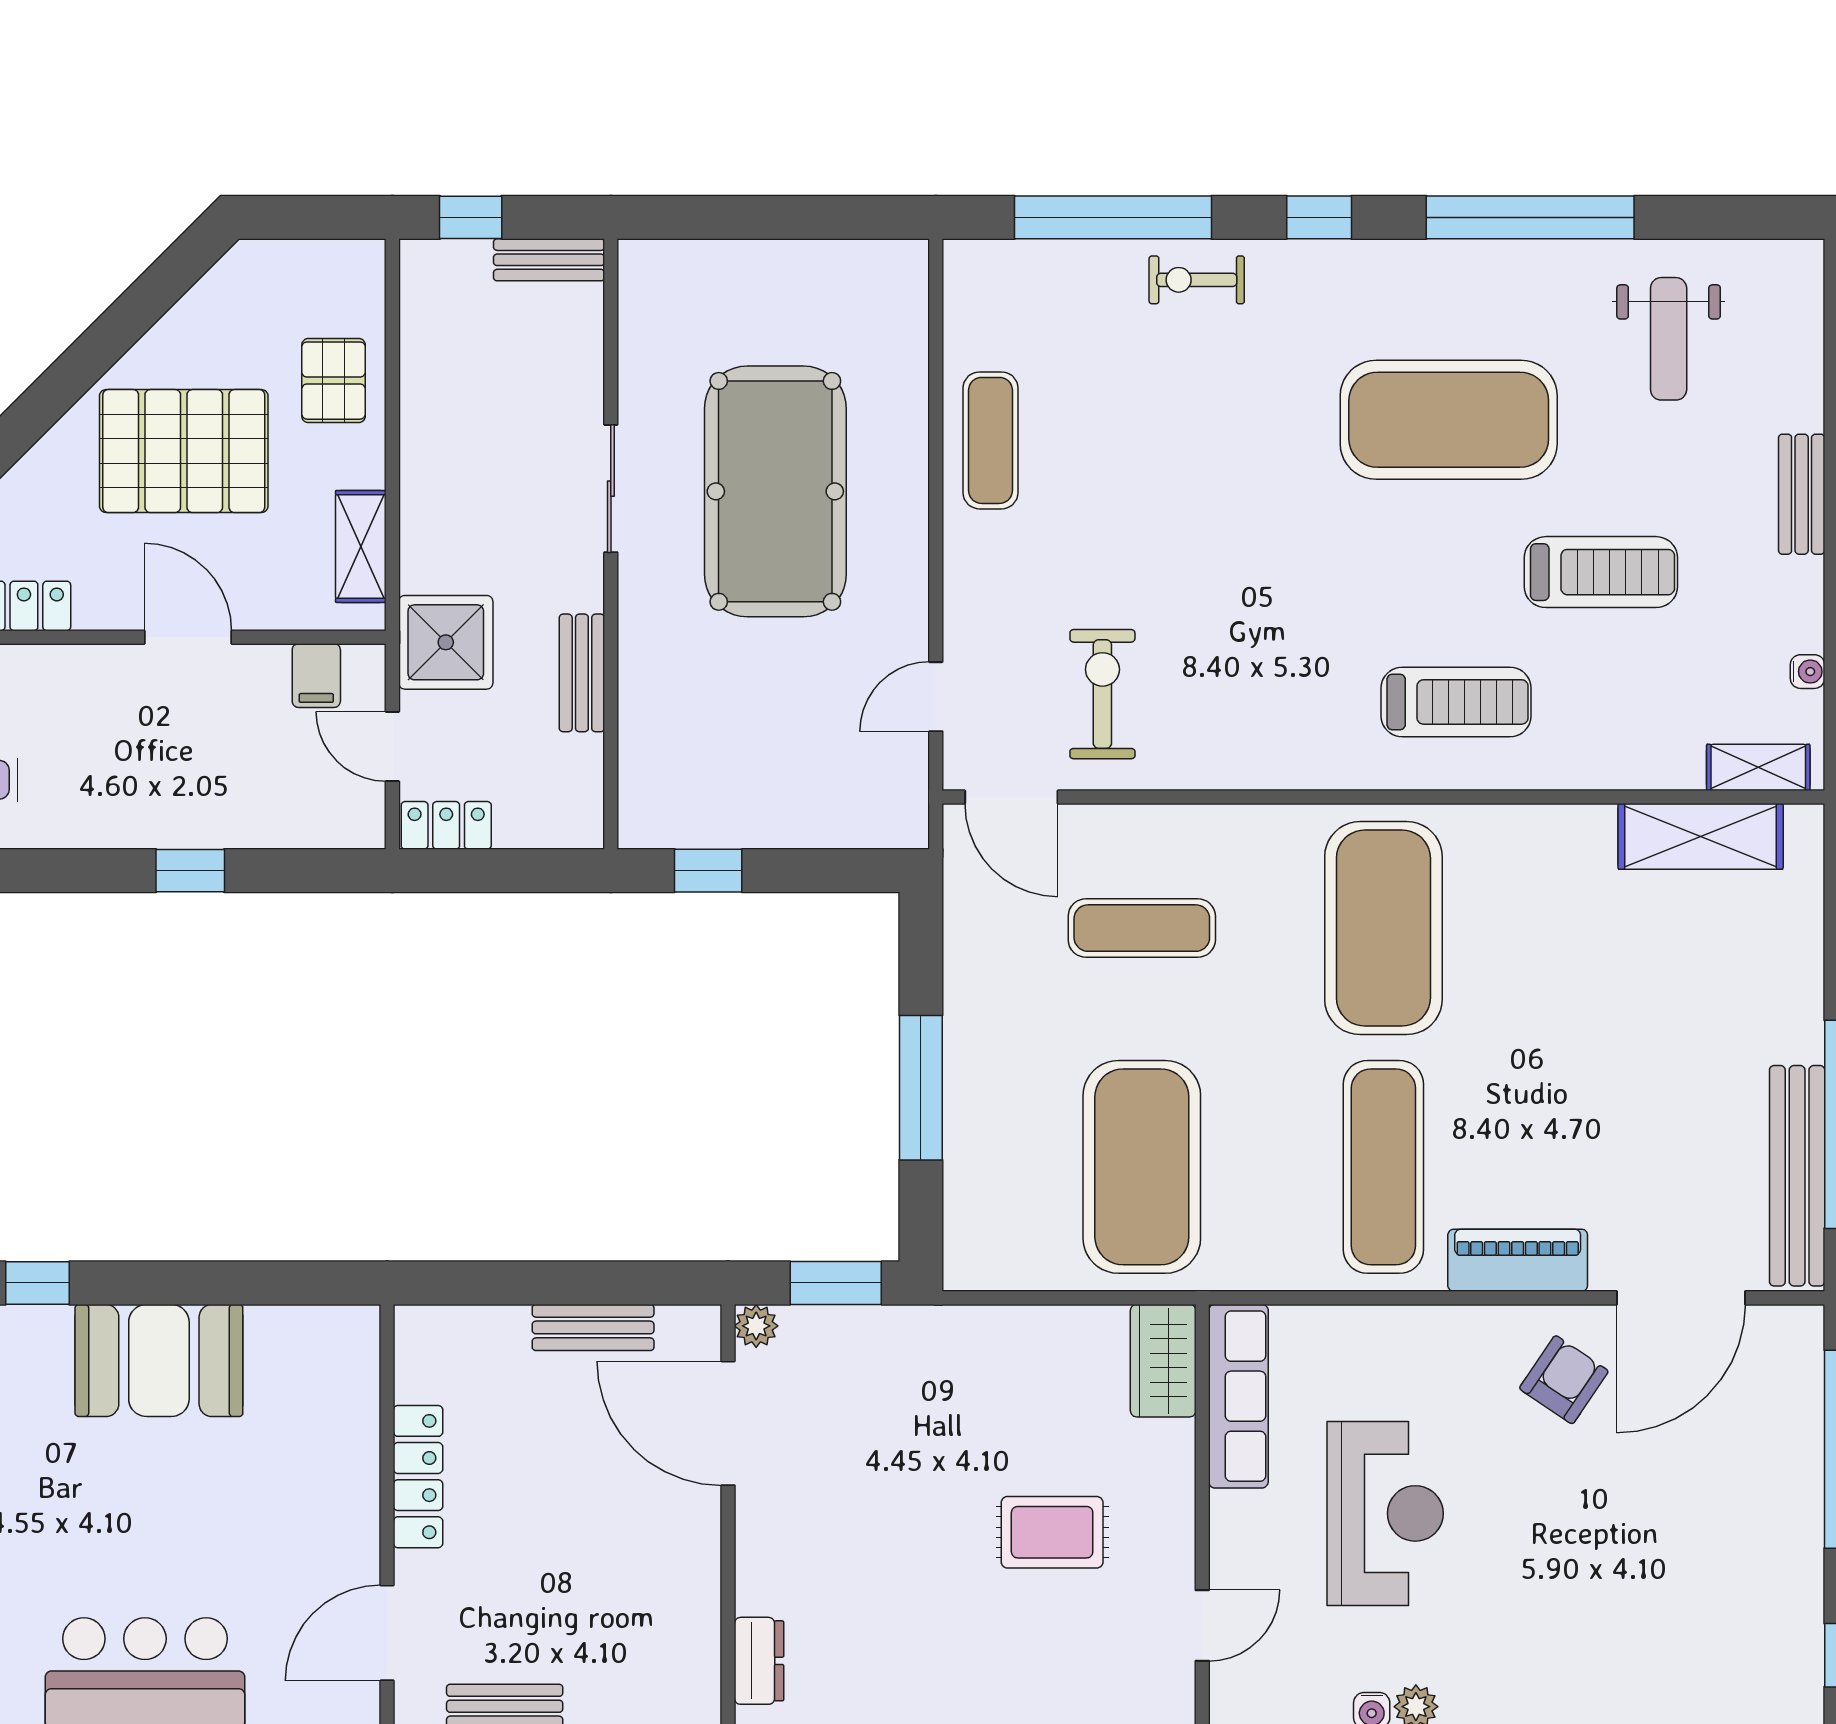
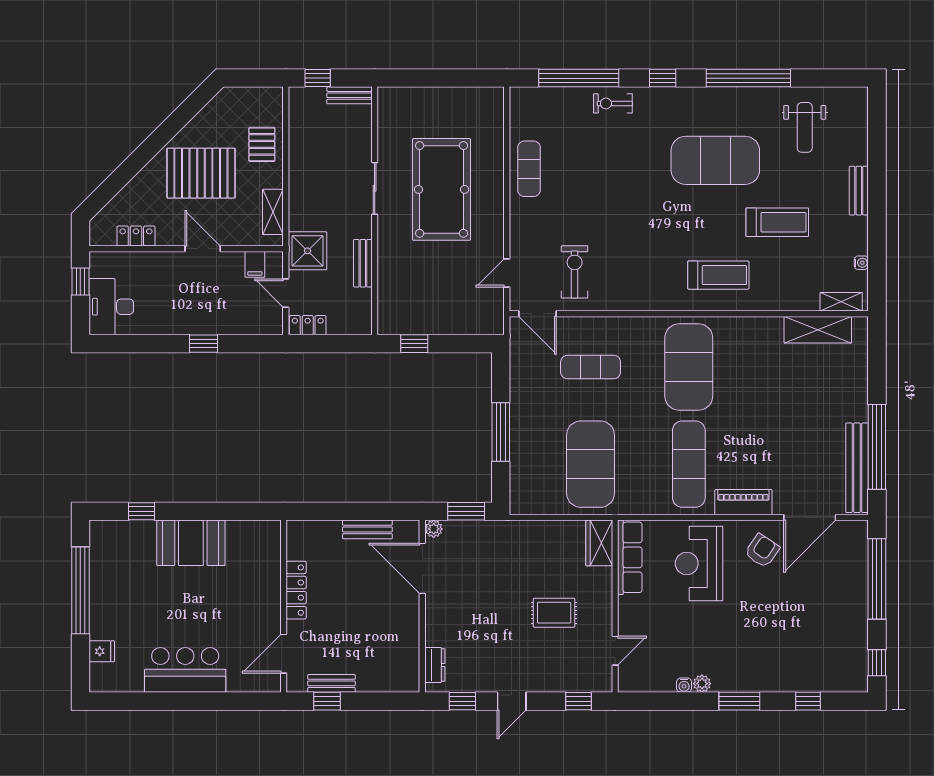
reception desk: (1385, 1513) -> (699, 563), moved, turned 180

